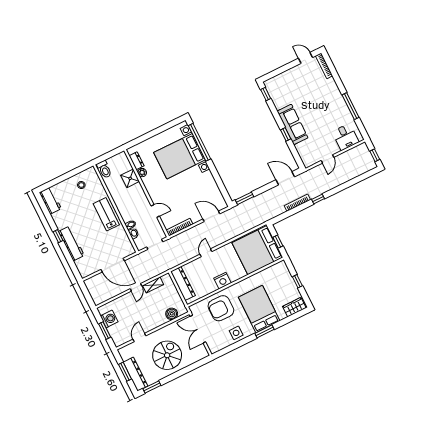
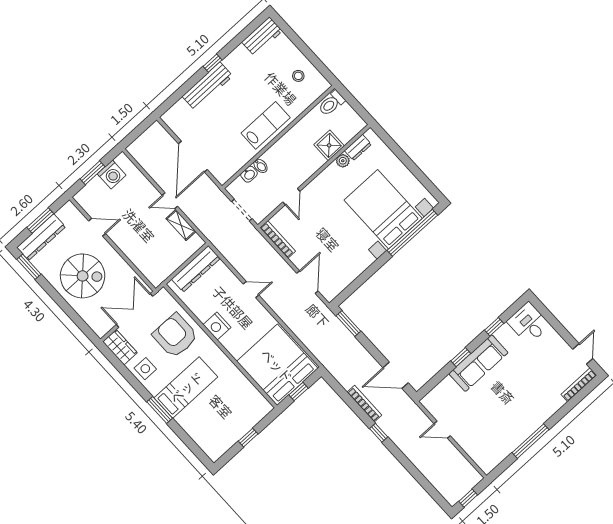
window: (266, 94) -> (494, 327), moved
desk: (345, 137) -> (529, 323), moved, turned 90
door: (285, 178) -> (396, 375), swing flipped
wardrobe: (294, 307) -> (120, 347), moved
bed: (259, 309) -> (186, 387), width x0.67
boiler: (172, 314) -> (146, 265), removed

